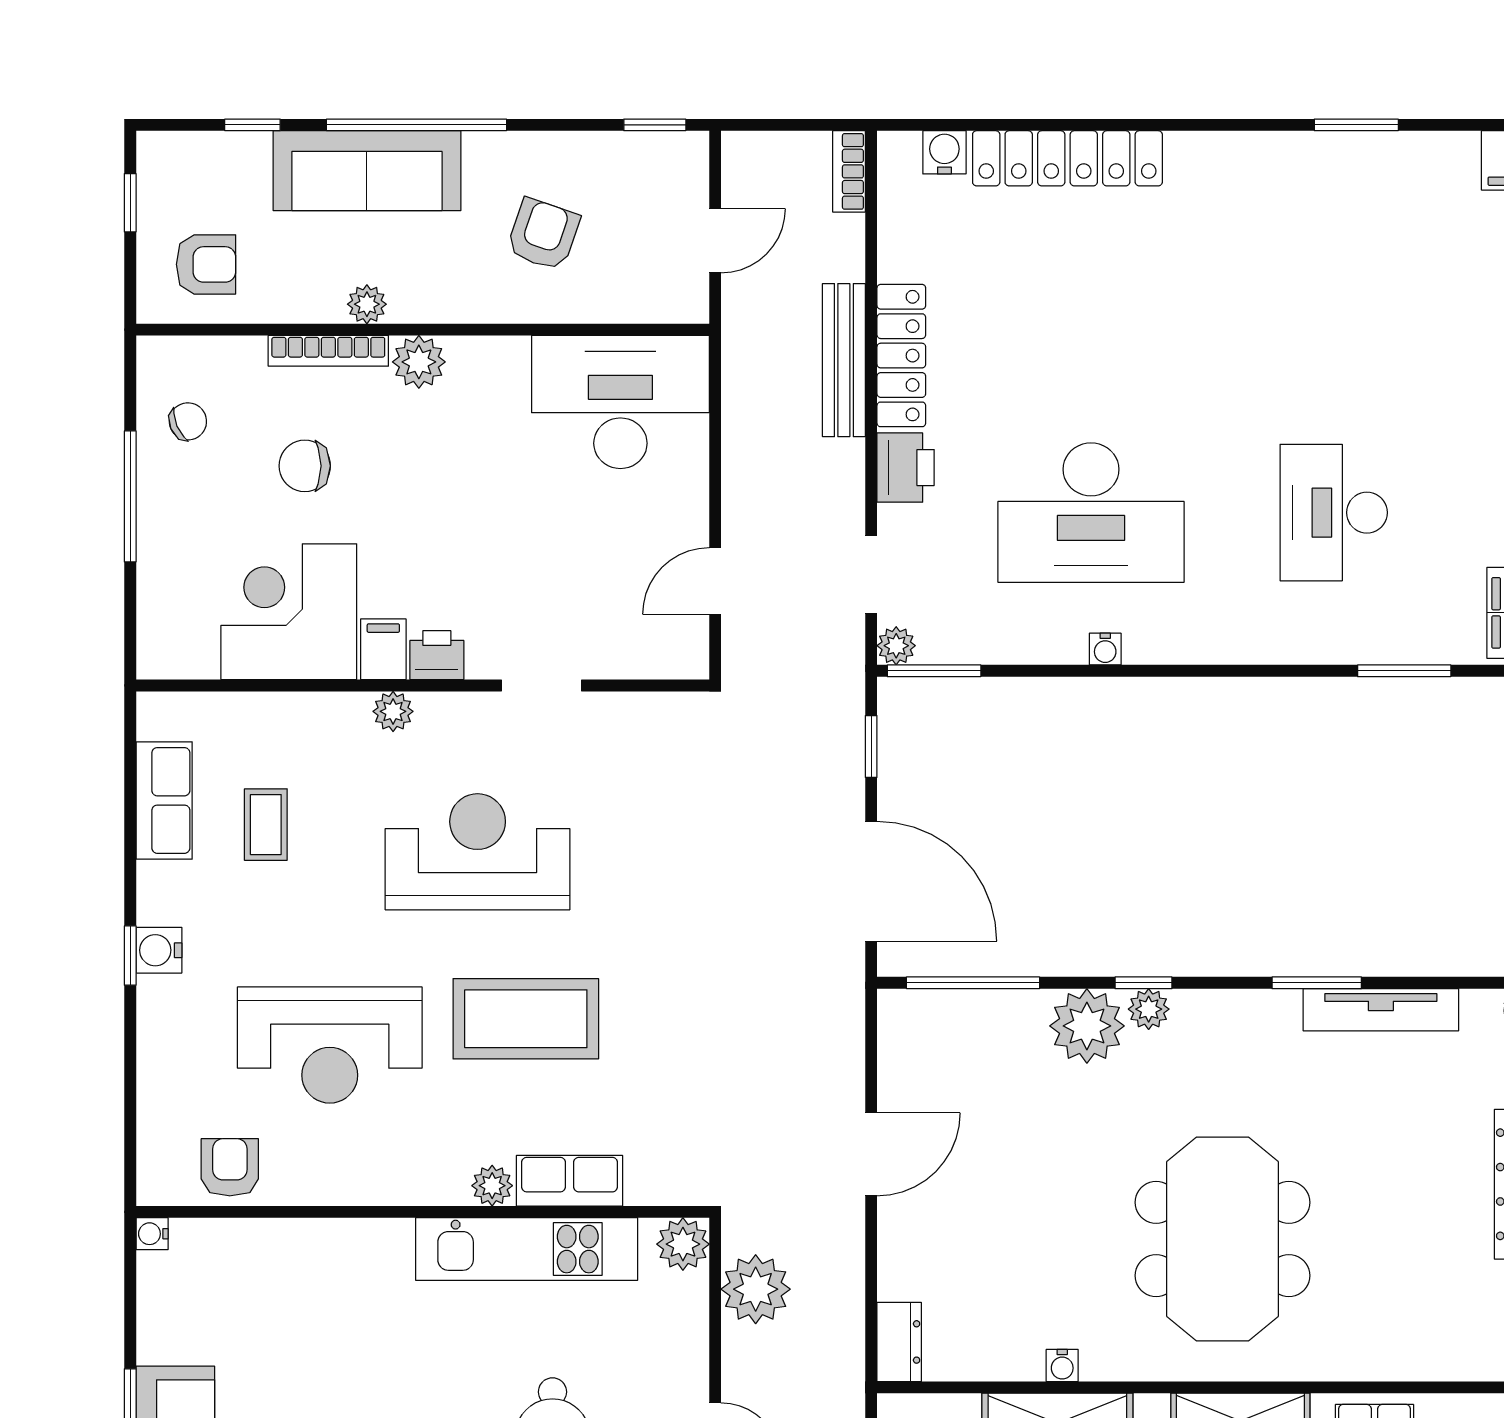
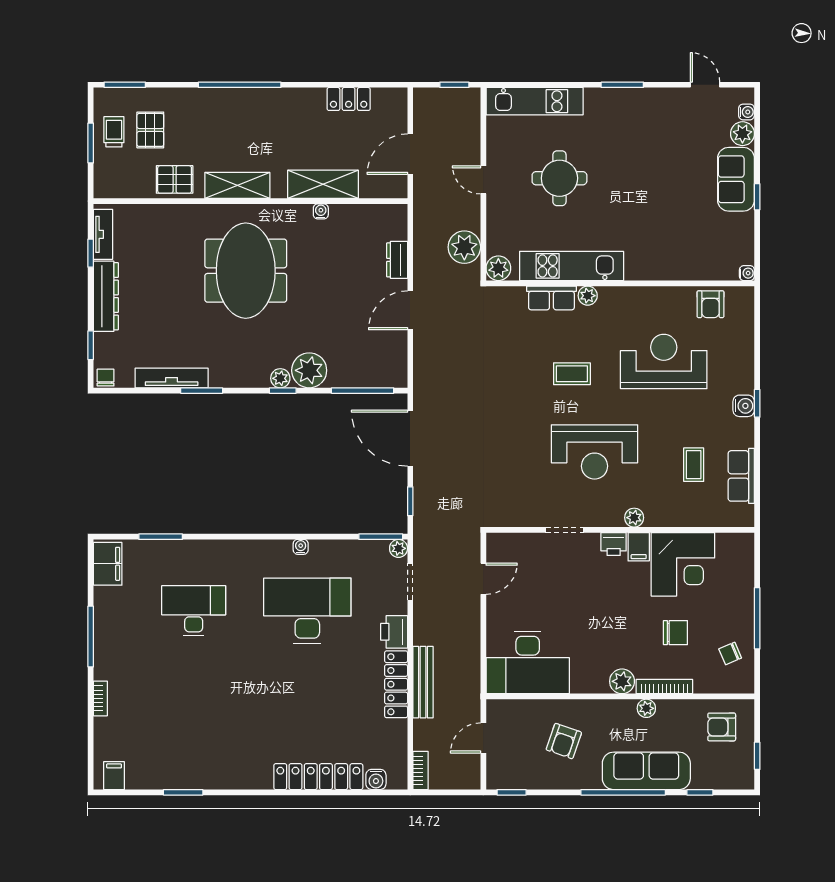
desk: (1334, 513) -> (194, 611), turned -90
coffee table: (526, 1019) -> (572, 374), width x0.54, depth x0.58
dresser: (899, 1342) -> (397, 260), moved

